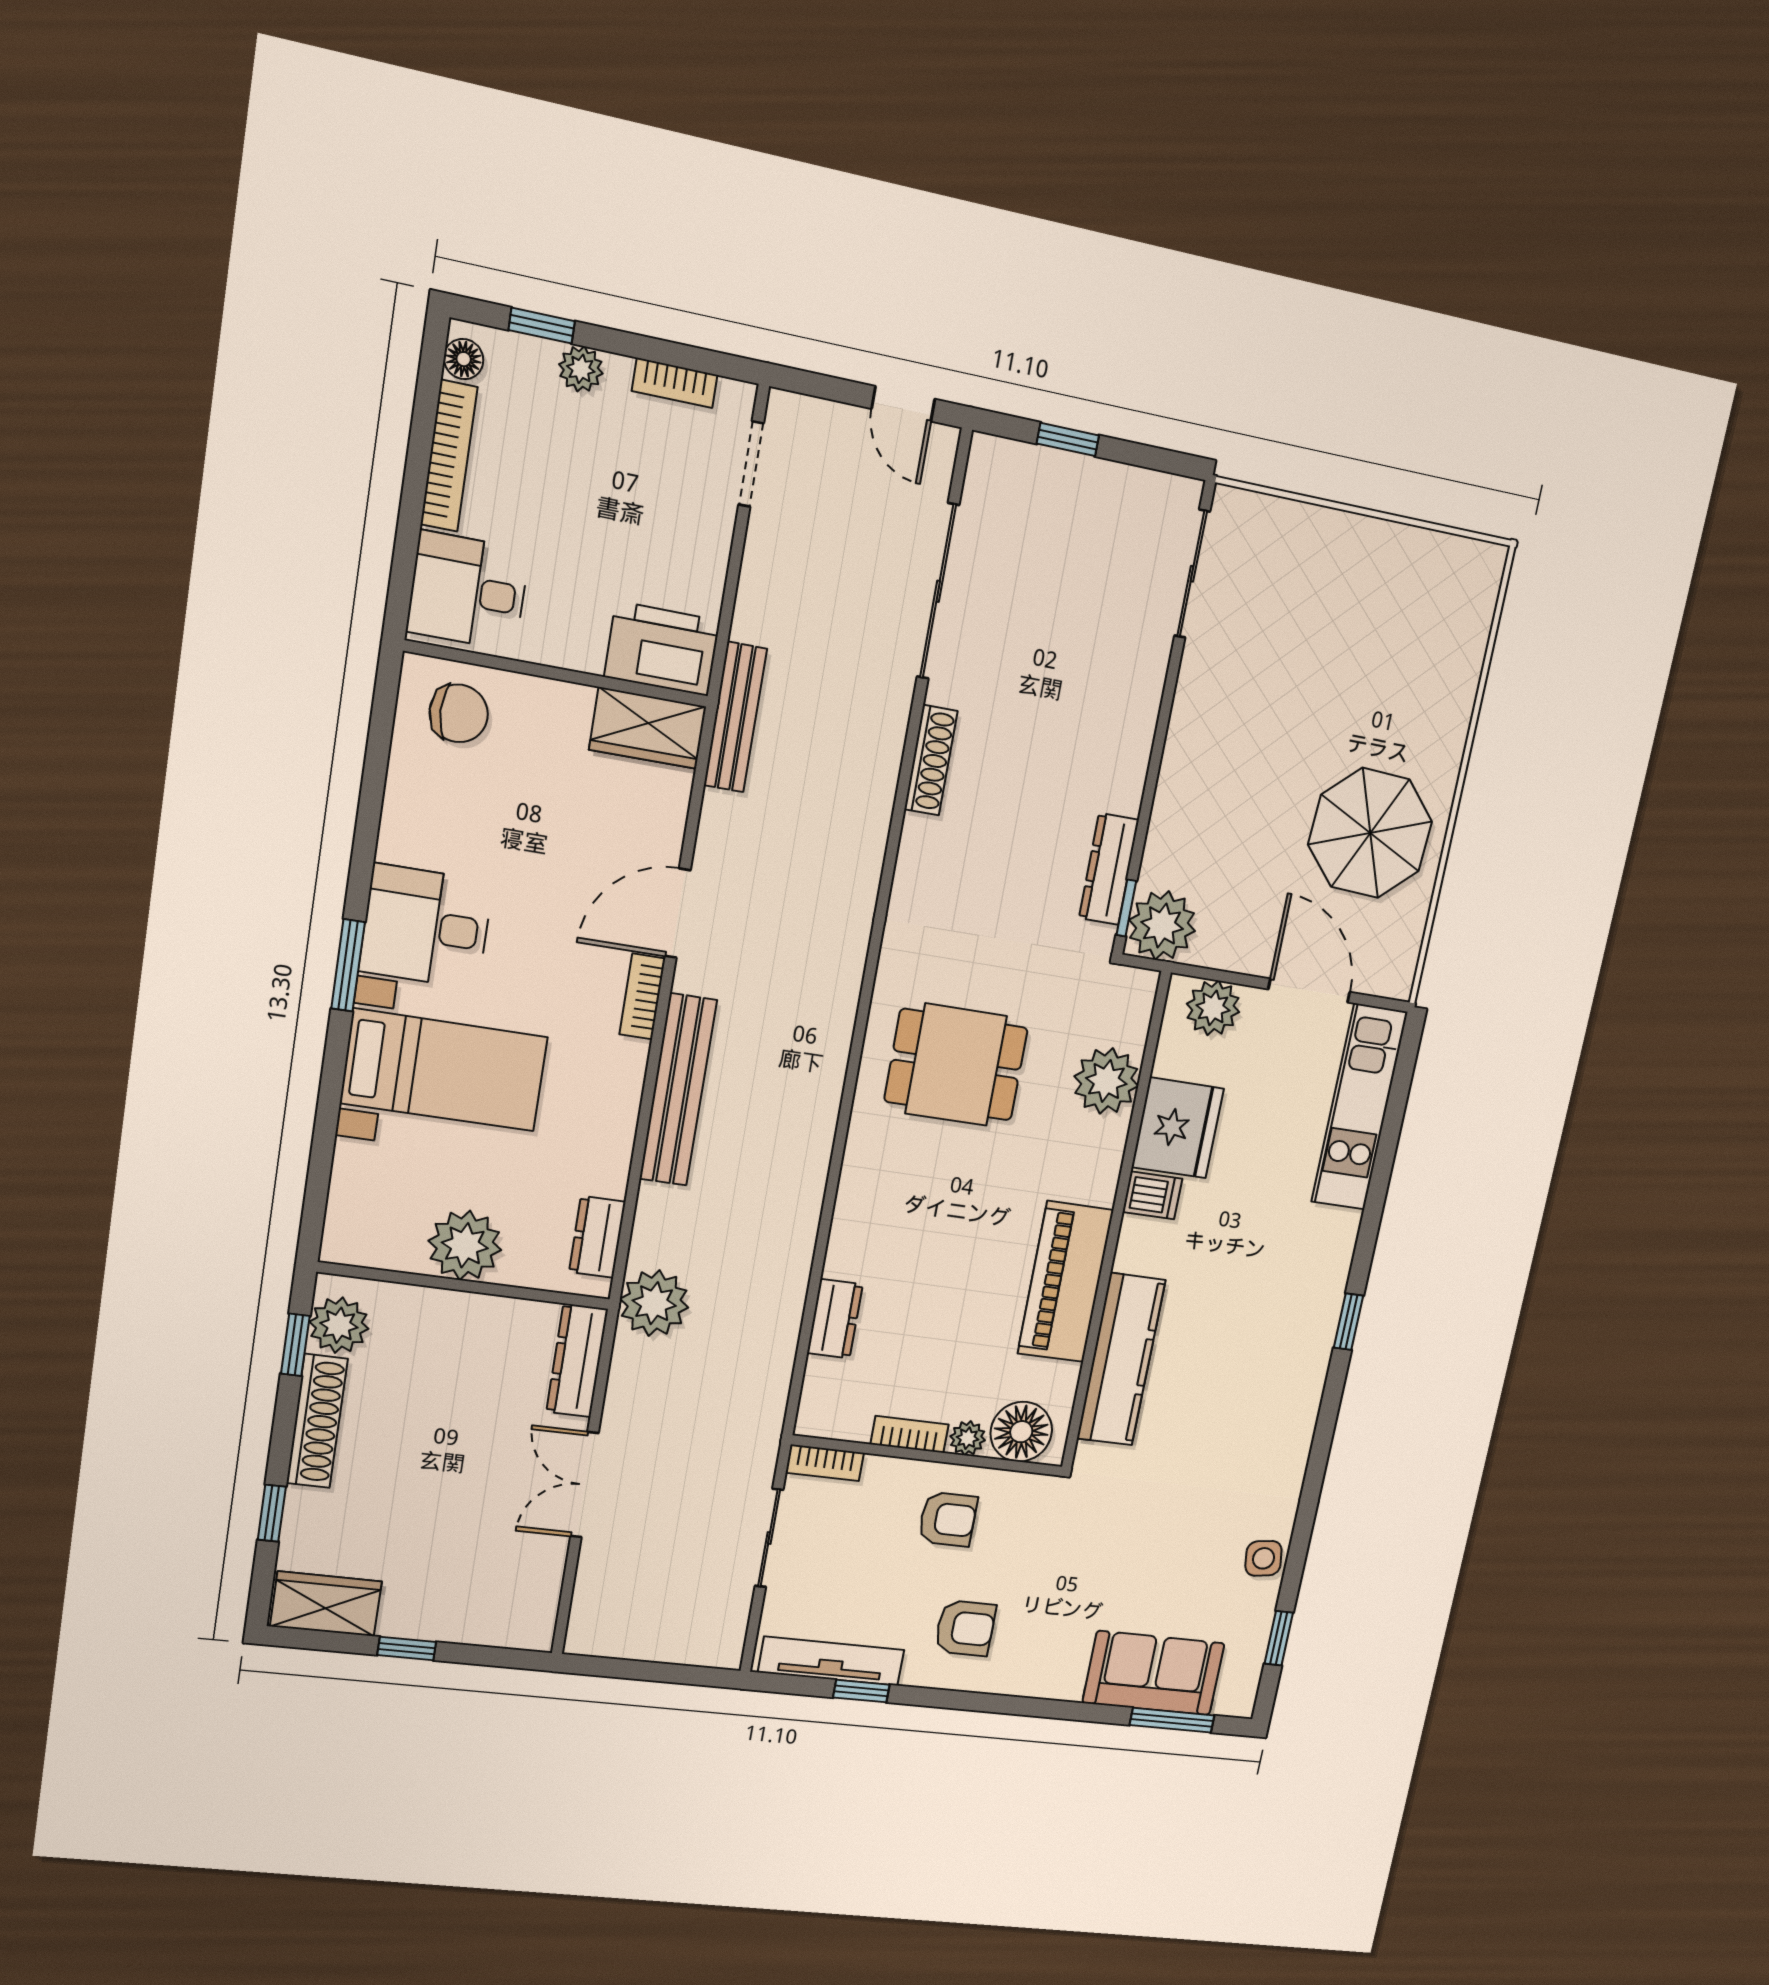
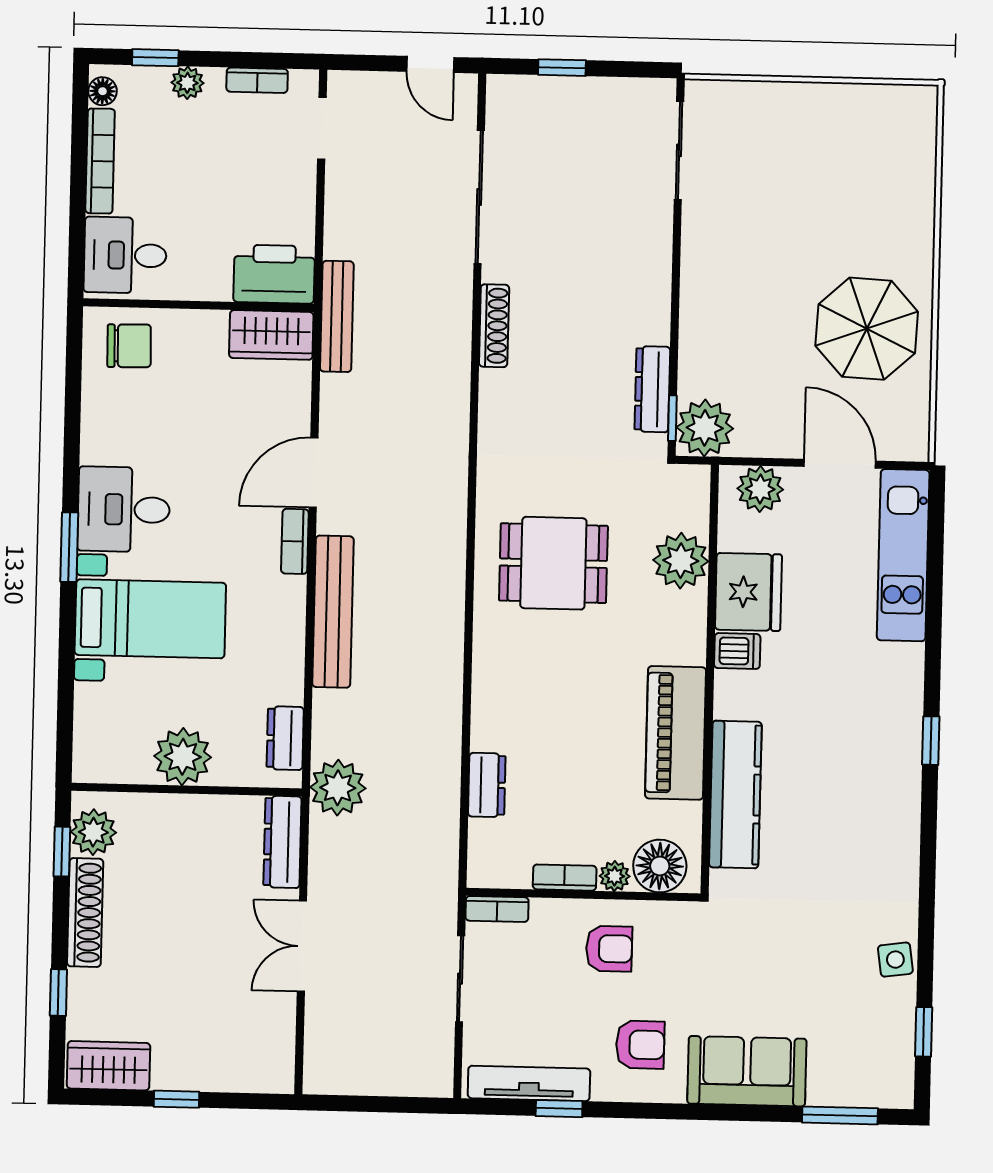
sofa: (1154, 1673) -> (747, 1071), moved

